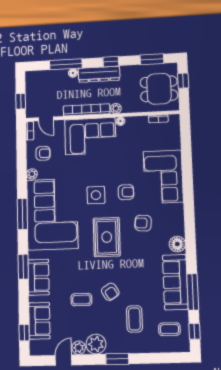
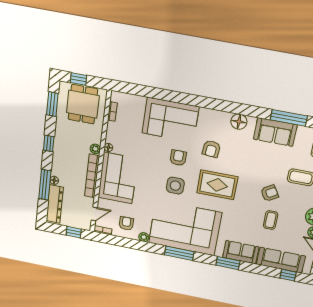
dresser: (99, 74) -> (55, 204), moved
sofa: (175, 282) -> (275, 132), width x0.73
sofa: (39, 321) -> (281, 260), width x1.36

